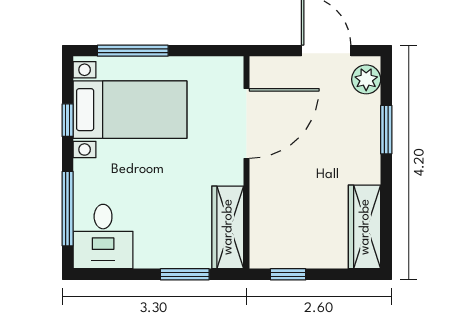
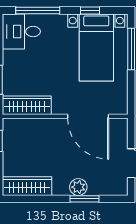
plant: (366, 79) -> (78, 187), moved

